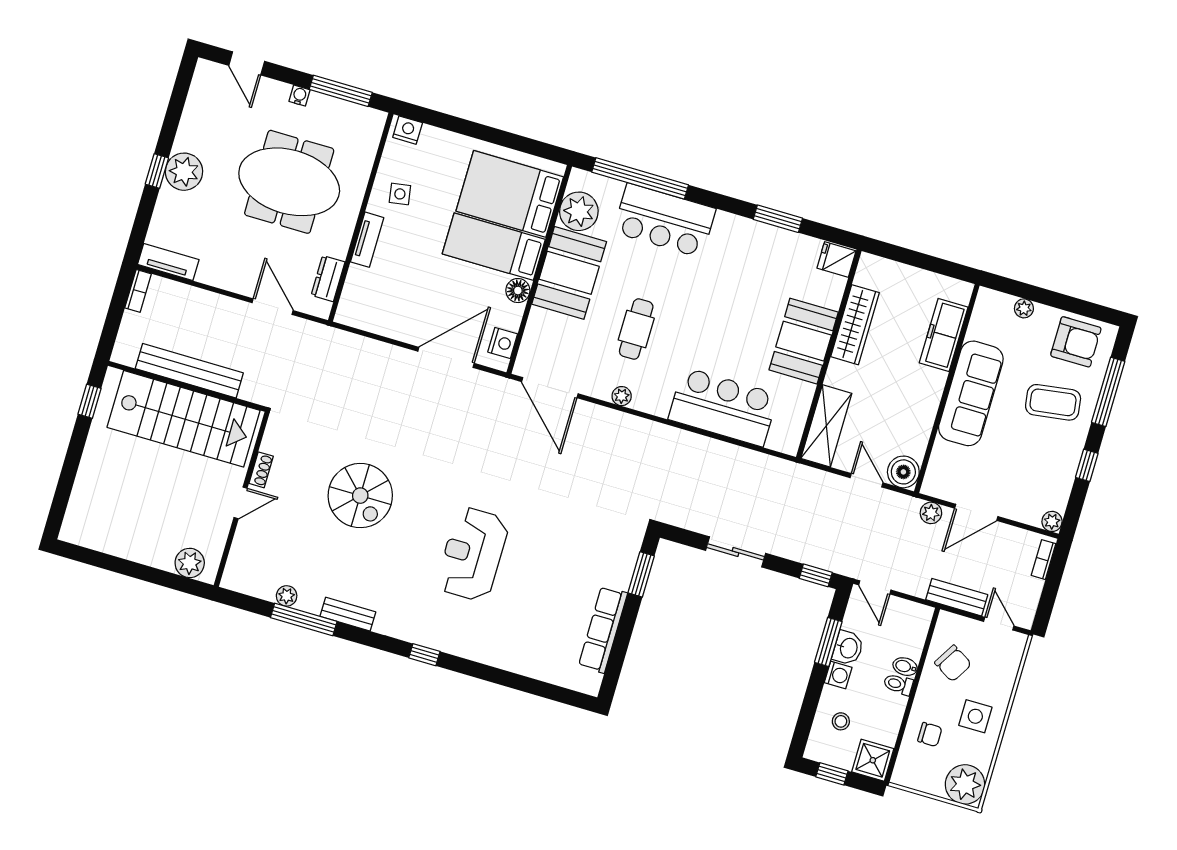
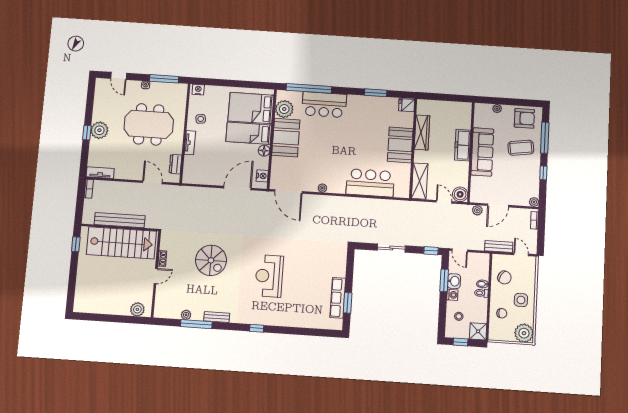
cafe table: (636, 329) -> (322, 156), removed
freezer: (944, 335) -> (463, 145), moved
window: (641, 574) -> (348, 303), moved

